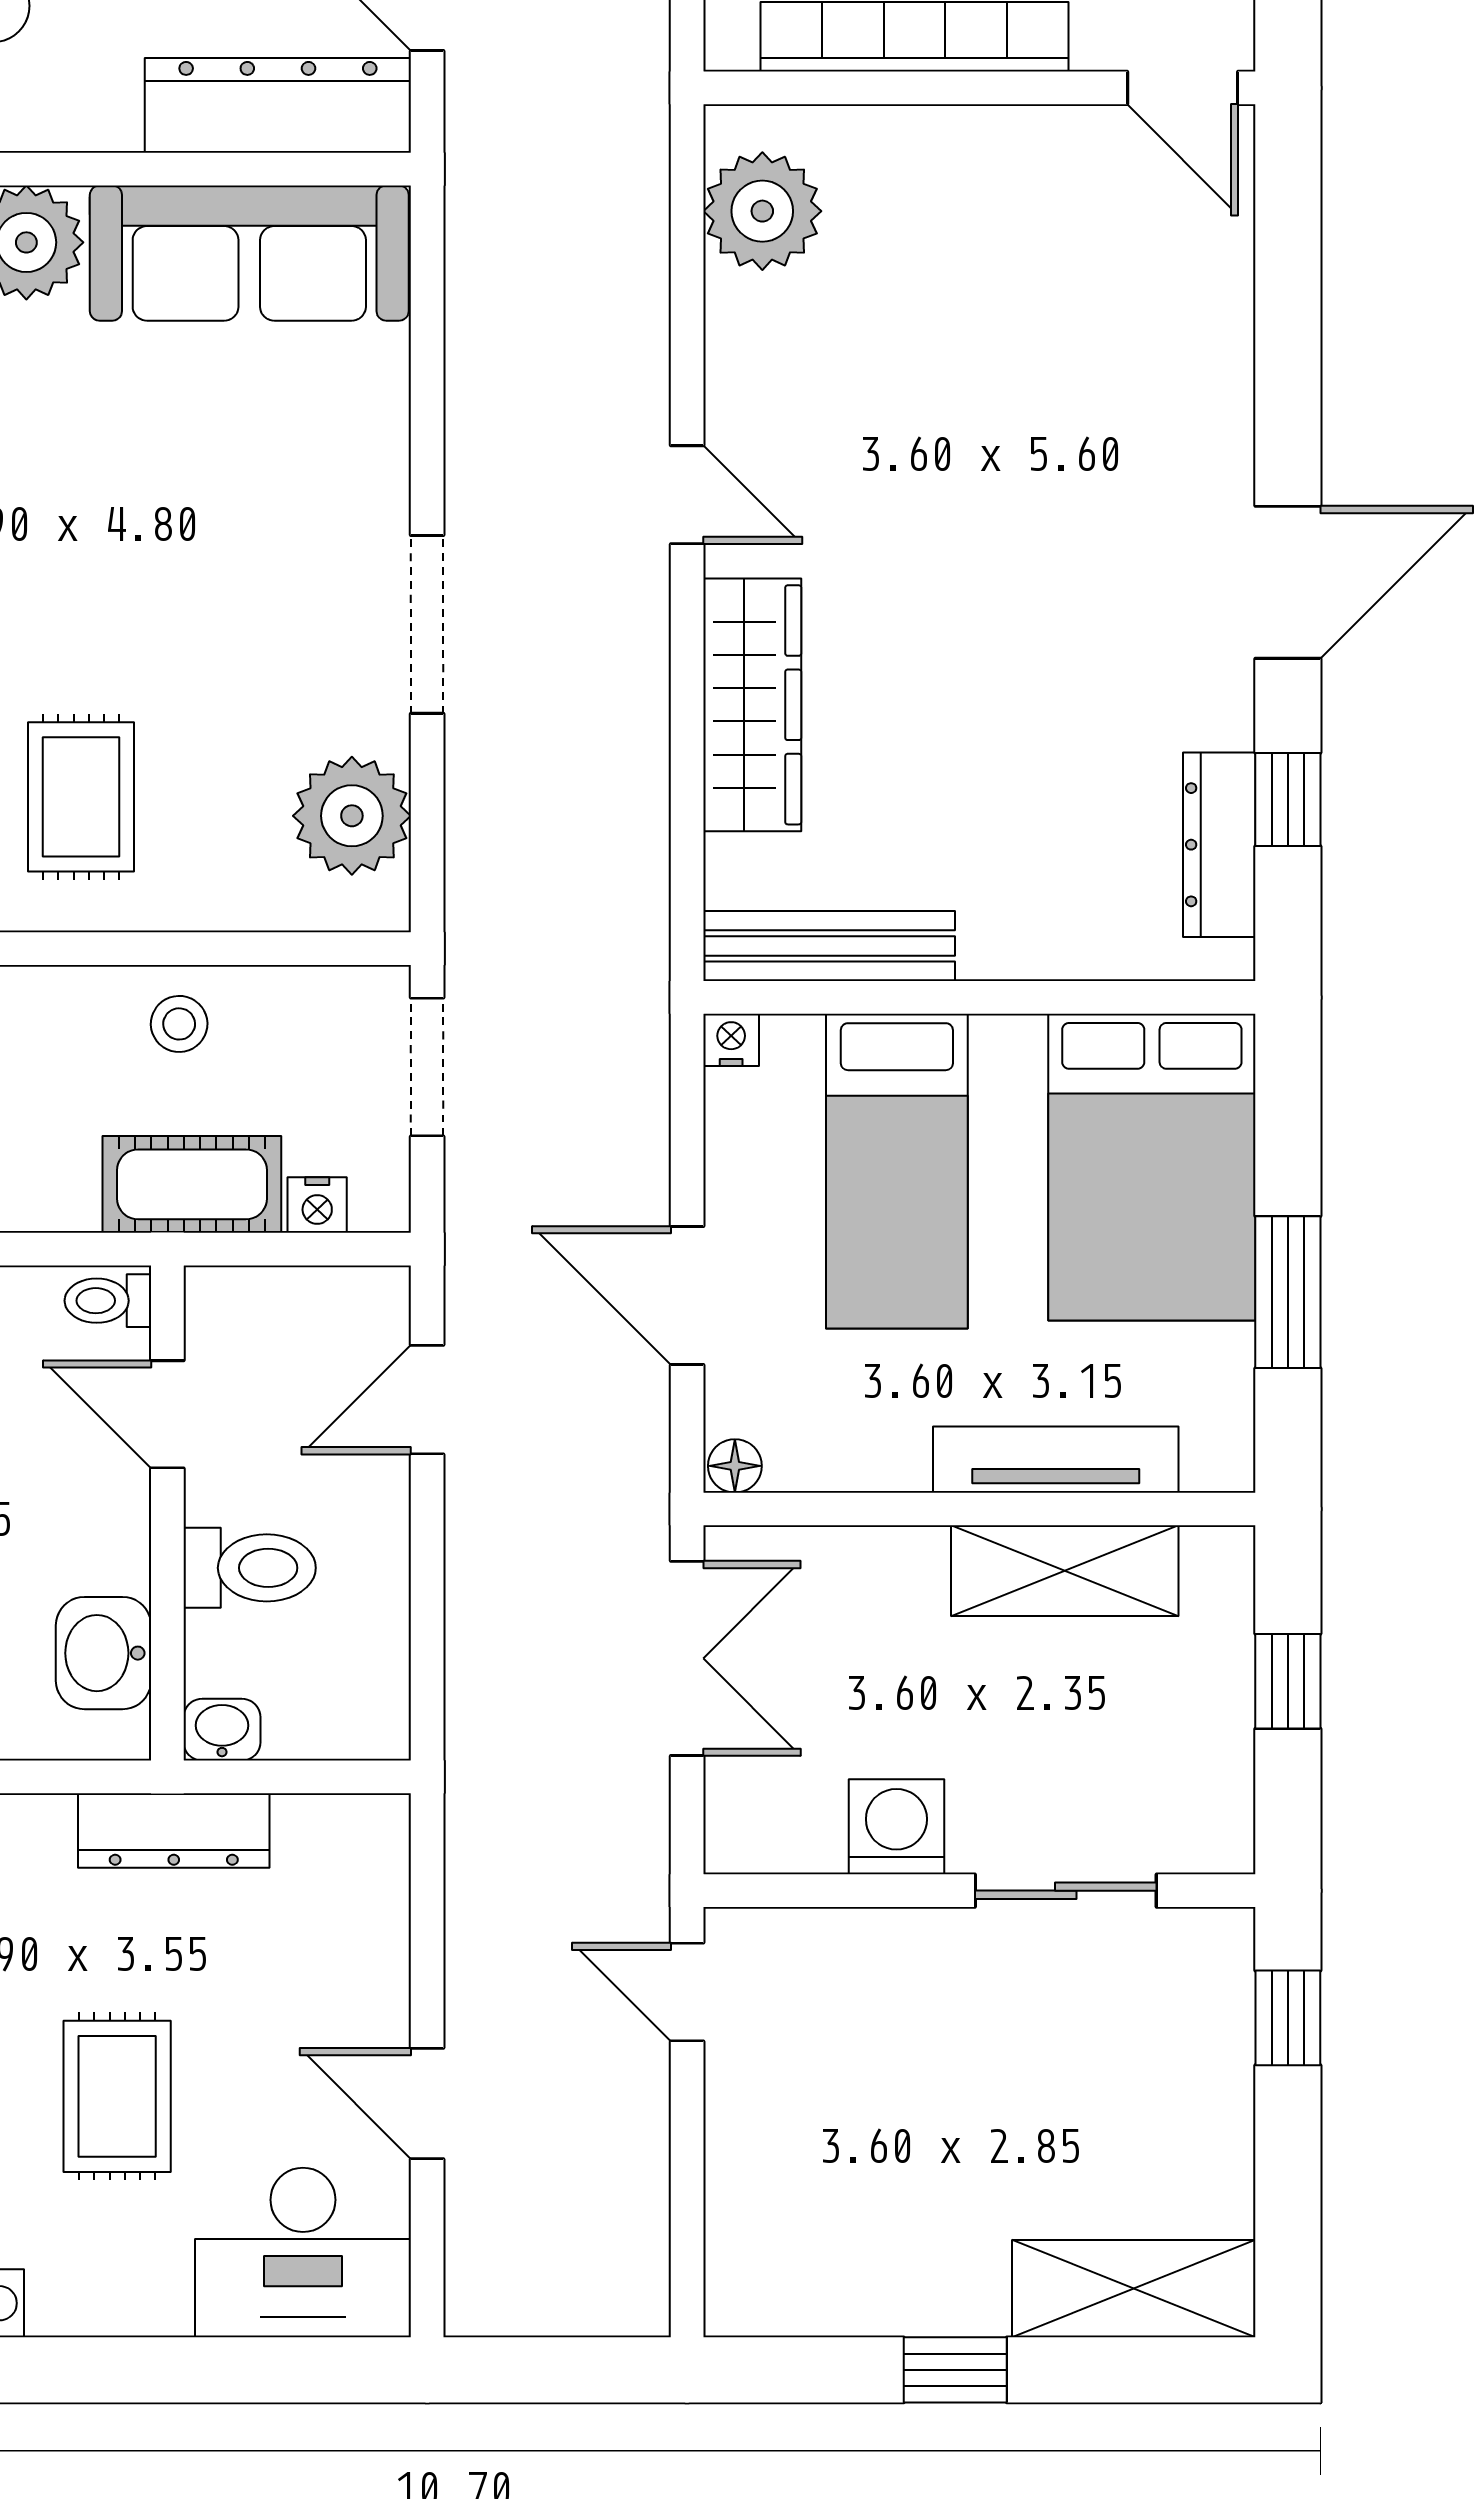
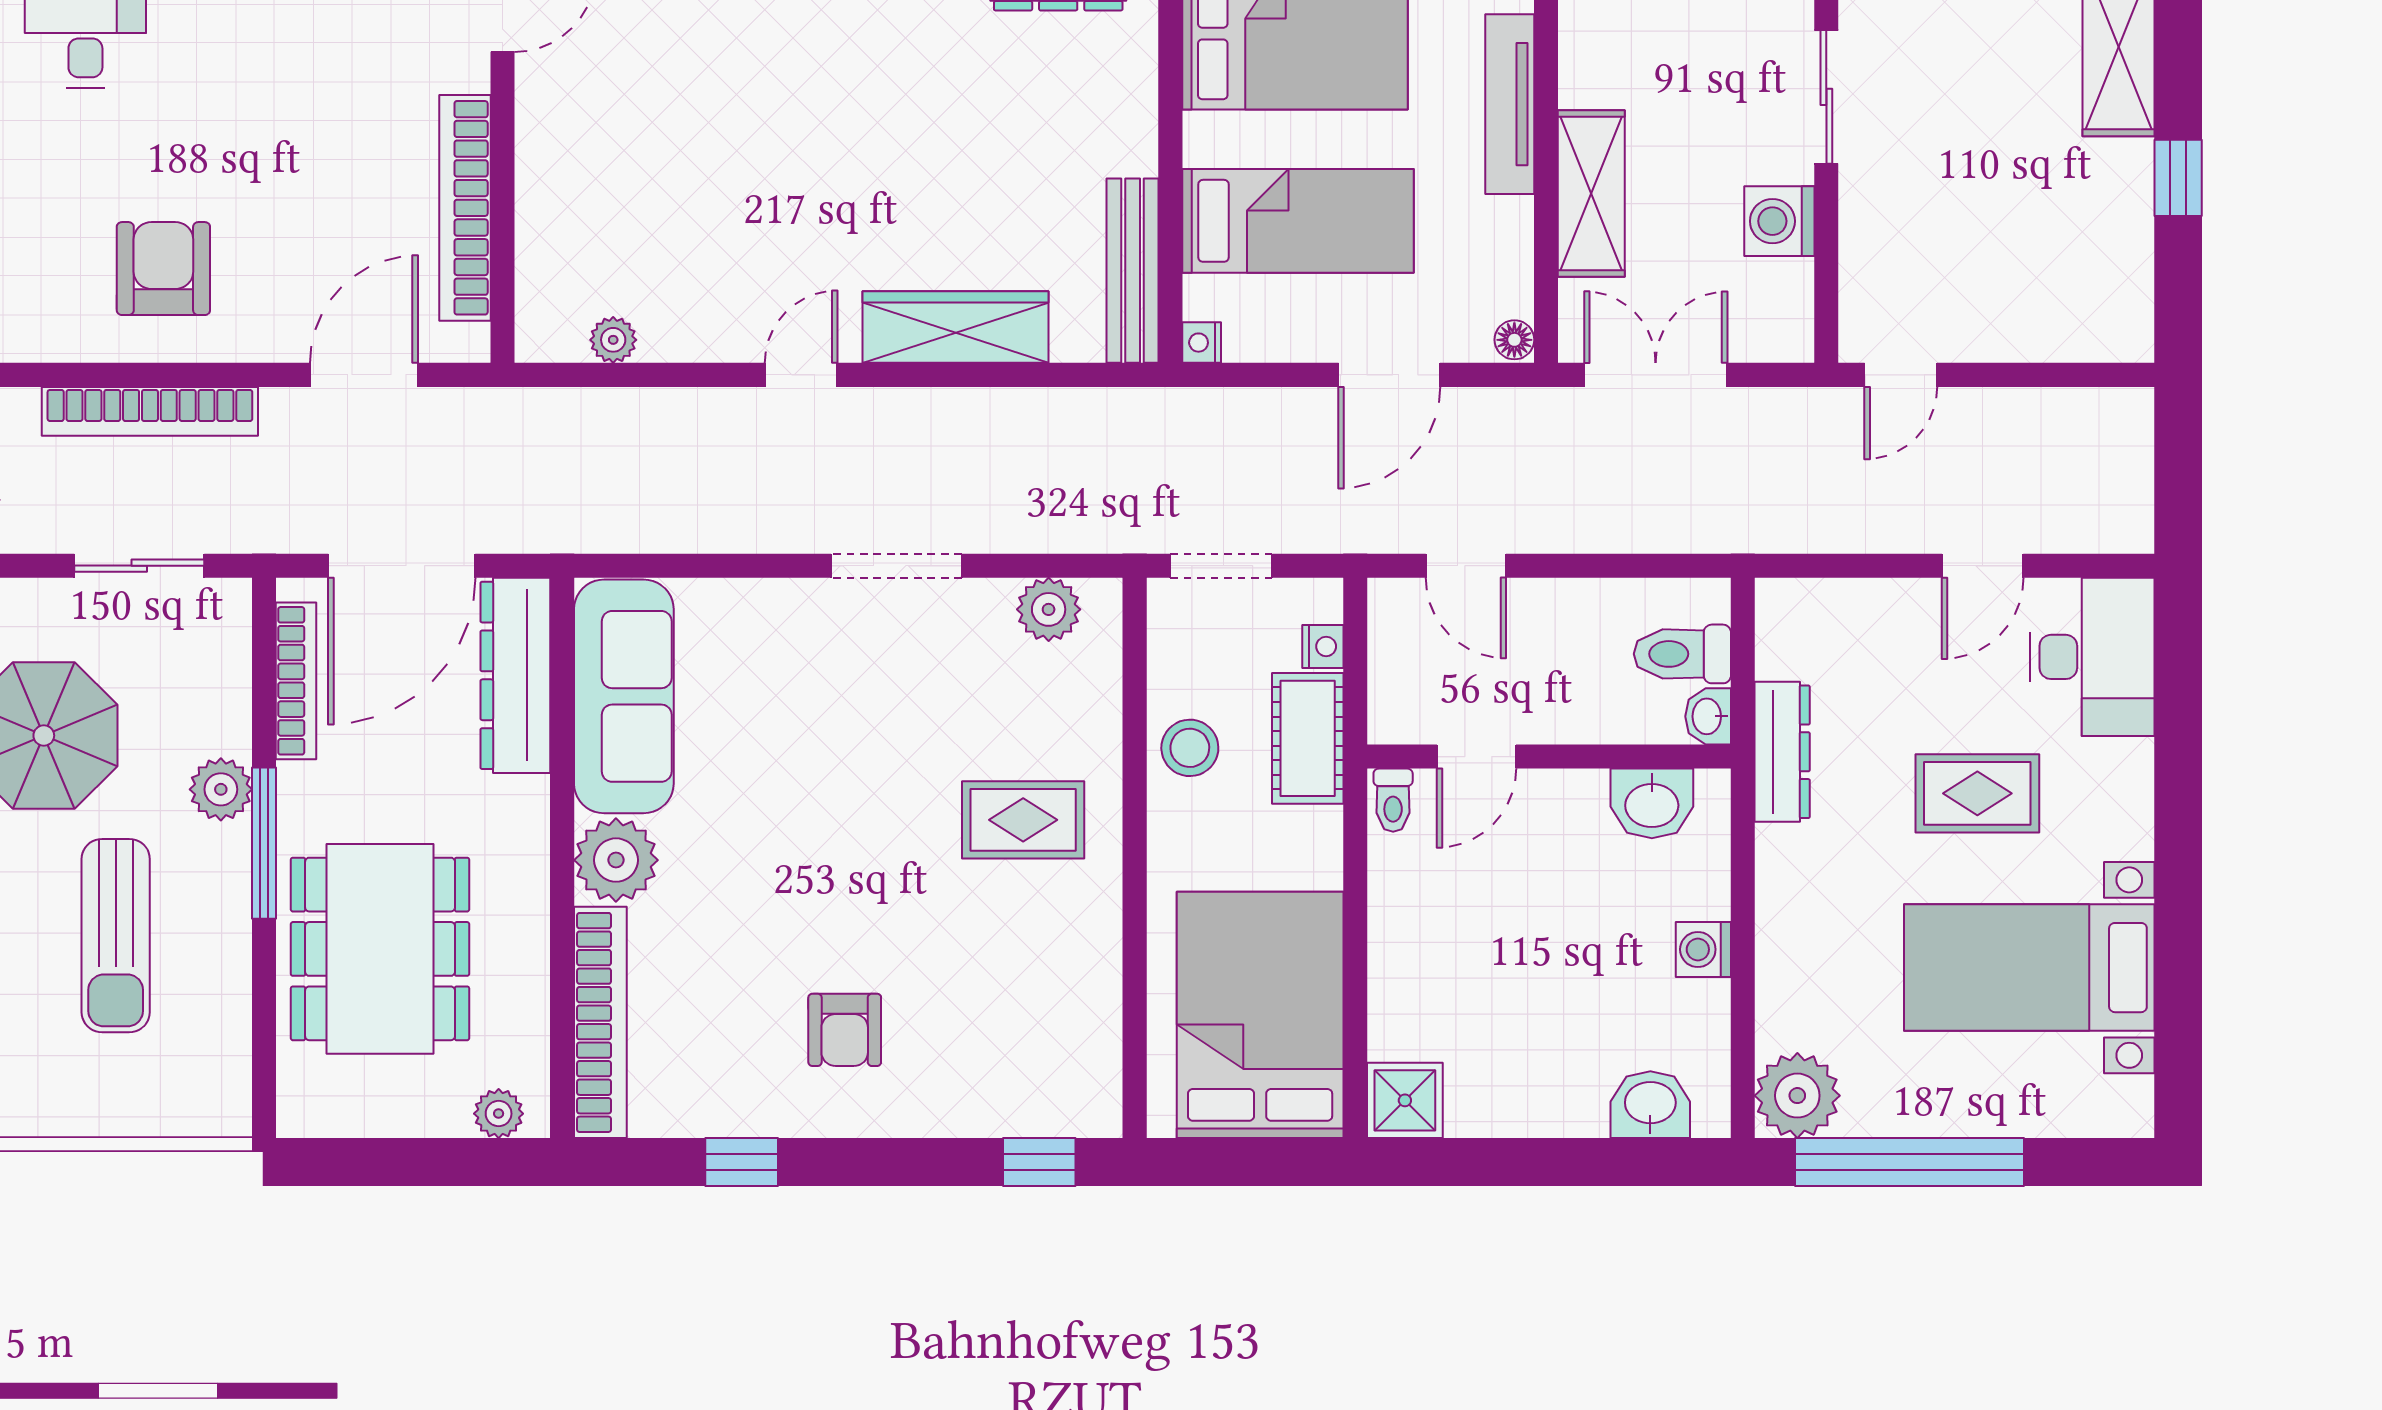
plant: (762, 211) -> (613, 340), width x0.53, depth x0.53
plant: (352, 816) -> (1049, 609), width x0.73, depth x0.73
stool: (179, 1024) -> (1190, 748), width x1.37, depth x1.37
toilet: (250, 1568) -> (1682, 654), moved, turned -90
shelving: (1065, 1571) -> (1591, 193), moved

